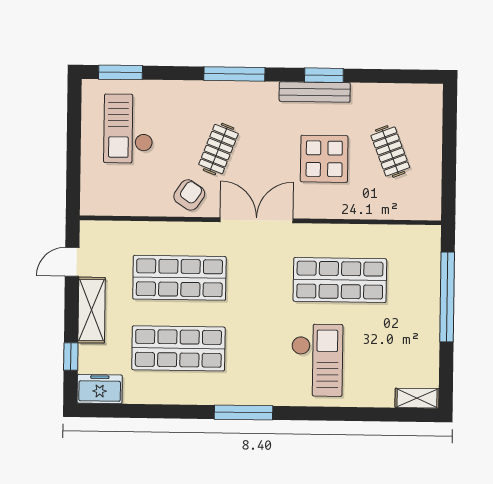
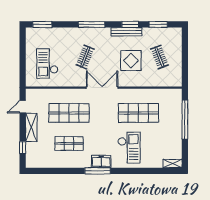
window: (388, 76) -> (158, 24), added
checkout: (128, 129) -> (47, 63), moved
armchair: (189, 195) -> (73, 77), removed
shop shelf: (178, 348) -> (69, 143), width x0.70, depth x0.74
freezer: (100, 389) -> (101, 161), moved

